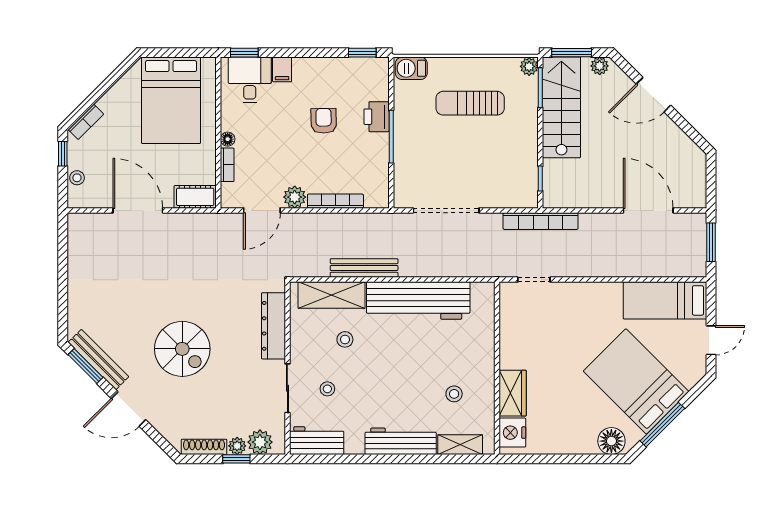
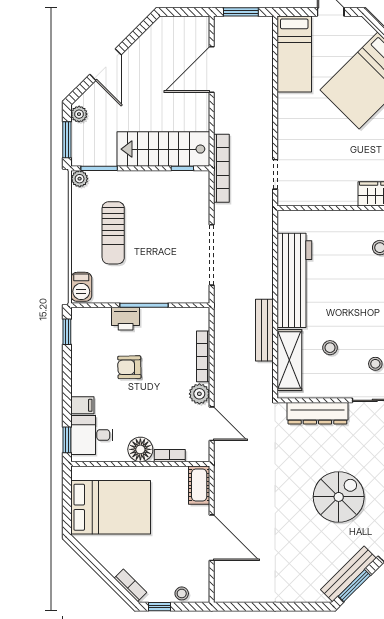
stairs: (561, 107) -> (163, 149), moved
floor lamp: (228, 139) -> (140, 449), width x1.89, depth x1.89
door: (138, 210) -> (212, 538), swing flipped

